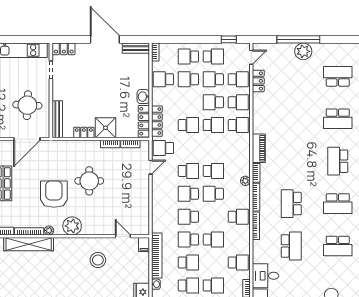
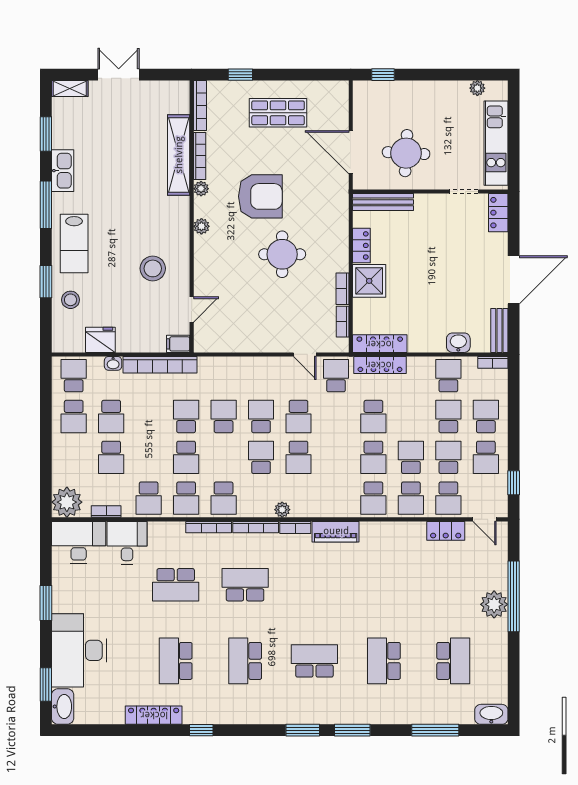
washbasin: (143, 97) -> (458, 343), moved
plant: (72, 226) -> (201, 226), width x0.53, depth x0.53
school desk: (188, 263) -> (186, 498), moved

